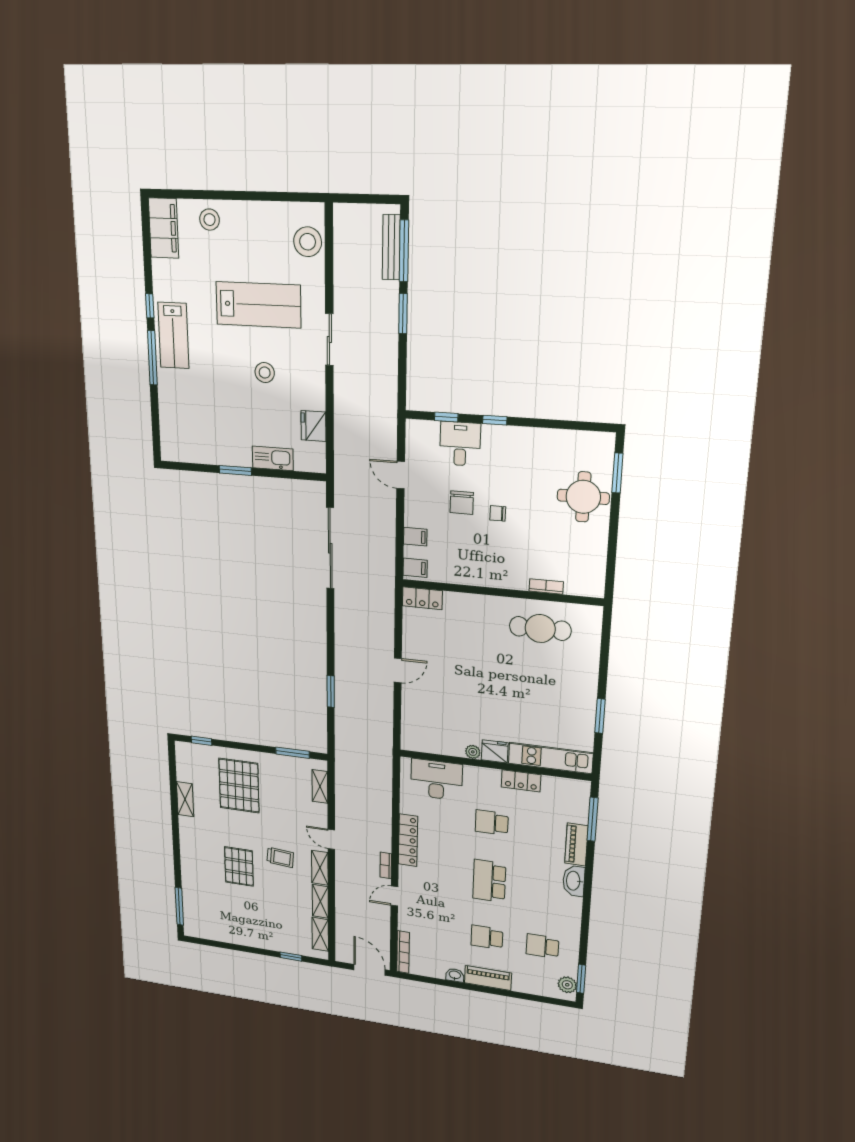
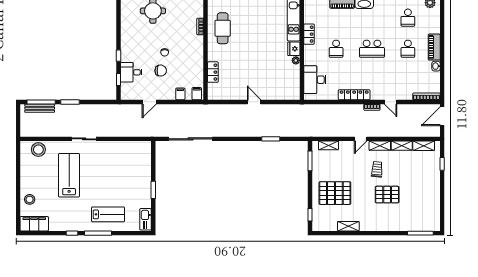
lab bench: (173, 335) -> (108, 214), moved
stool: (265, 373) -> (102, 173), removed
fridge: (313, 426) -> (127, 147), removed
kitchen sink: (273, 458) -> (146, 219), moved
locker: (422, 598) -> (213, 72), moved

